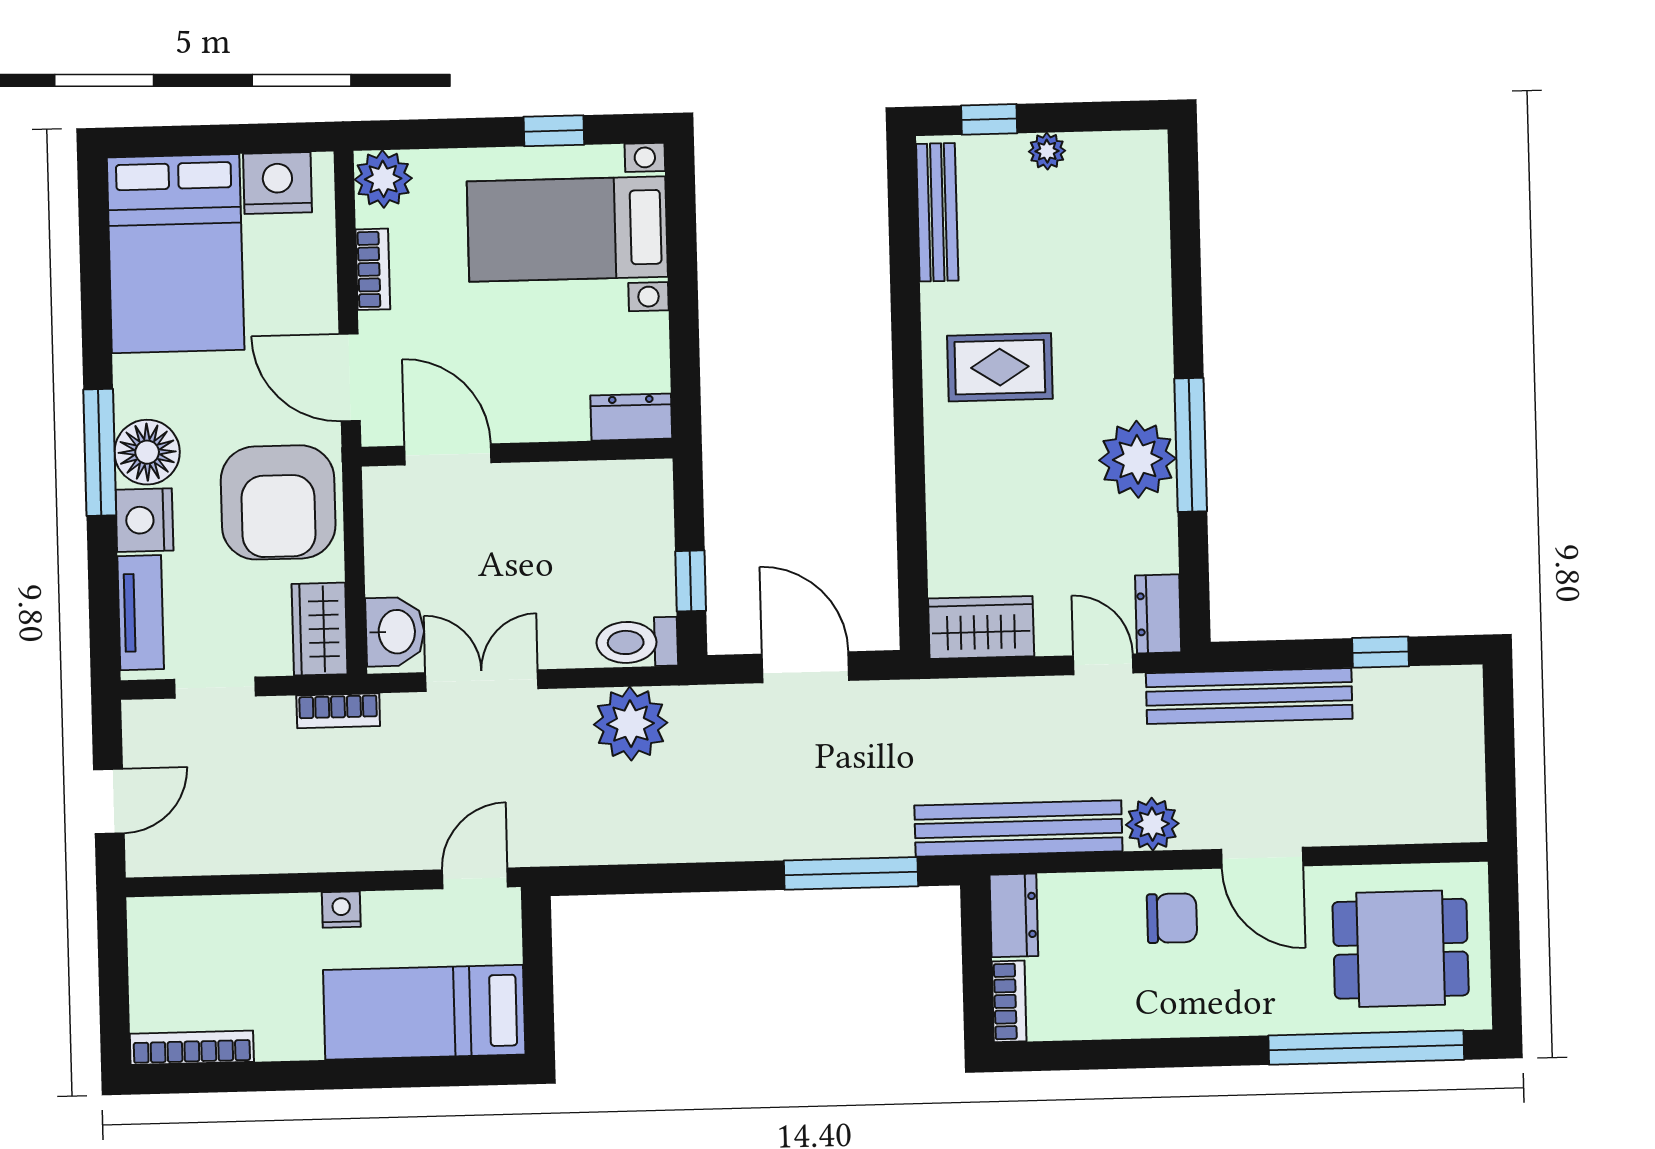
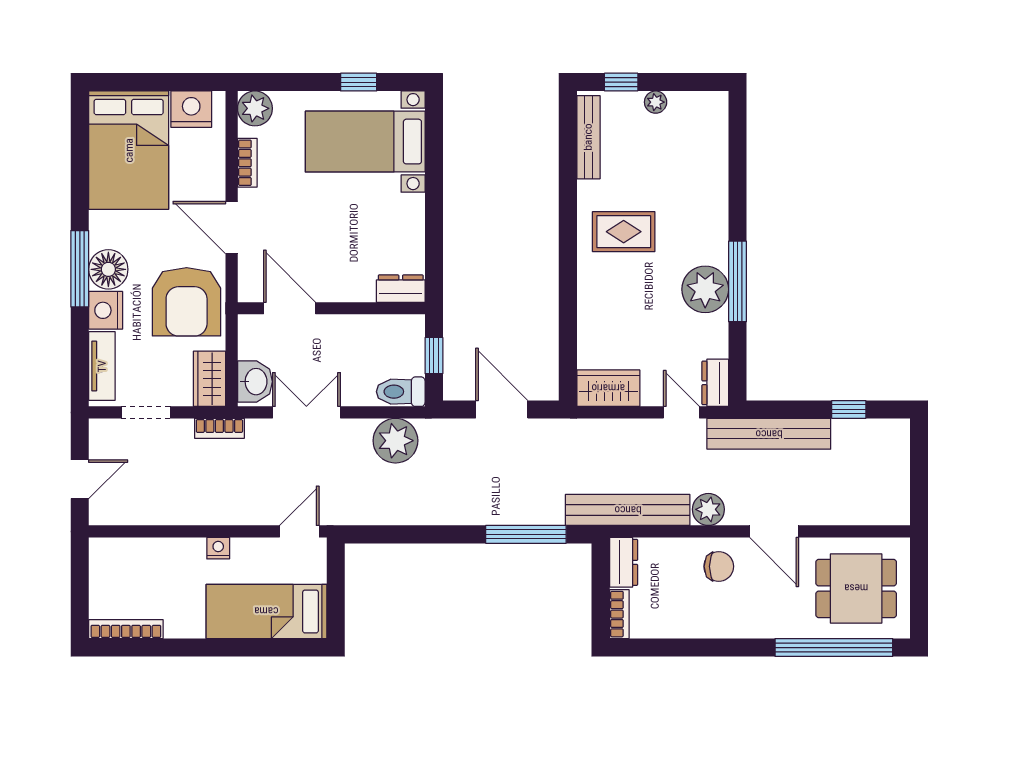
dresser: (631, 417) -> (401, 289), moved
wall: (517, 453) -> (331, 308), moved
door: (448, 454) -> (290, 308), moved

